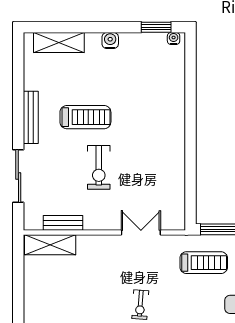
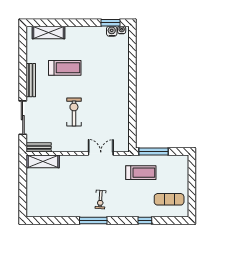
water cooler: (110, 41) -> (112, 31), moved
treadmill: (85, 117) -> (65, 68), moved
exercise bike: (99, 167) -> (74, 112), turned 180
bench: (63, 223) -> (39, 147), moved

